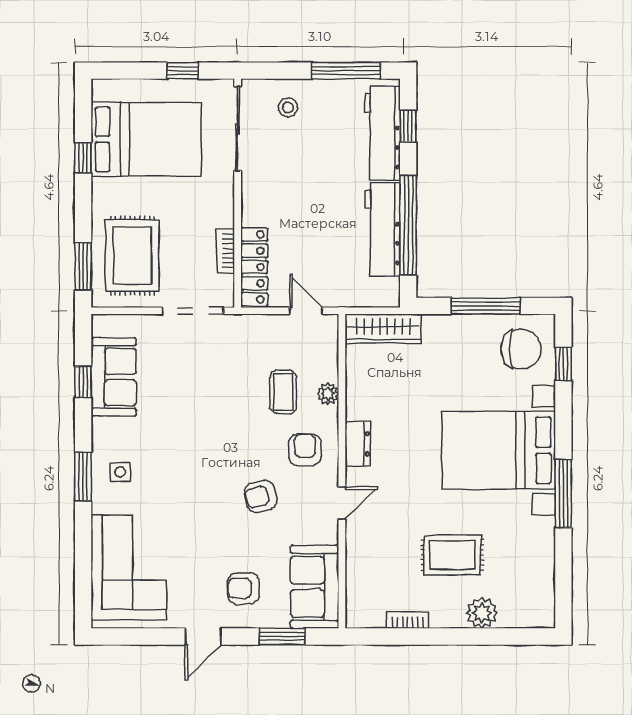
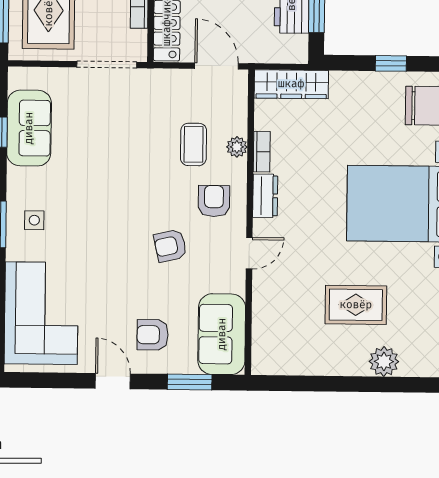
window: (485, 306) -> (391, 63), width x0.46
door: (306, 311) -> (217, 66), width x1.38
bookcase: (408, 620) -> (262, 152), moved, turned 90
door: (203, 636) -> (113, 381), swing flipped

